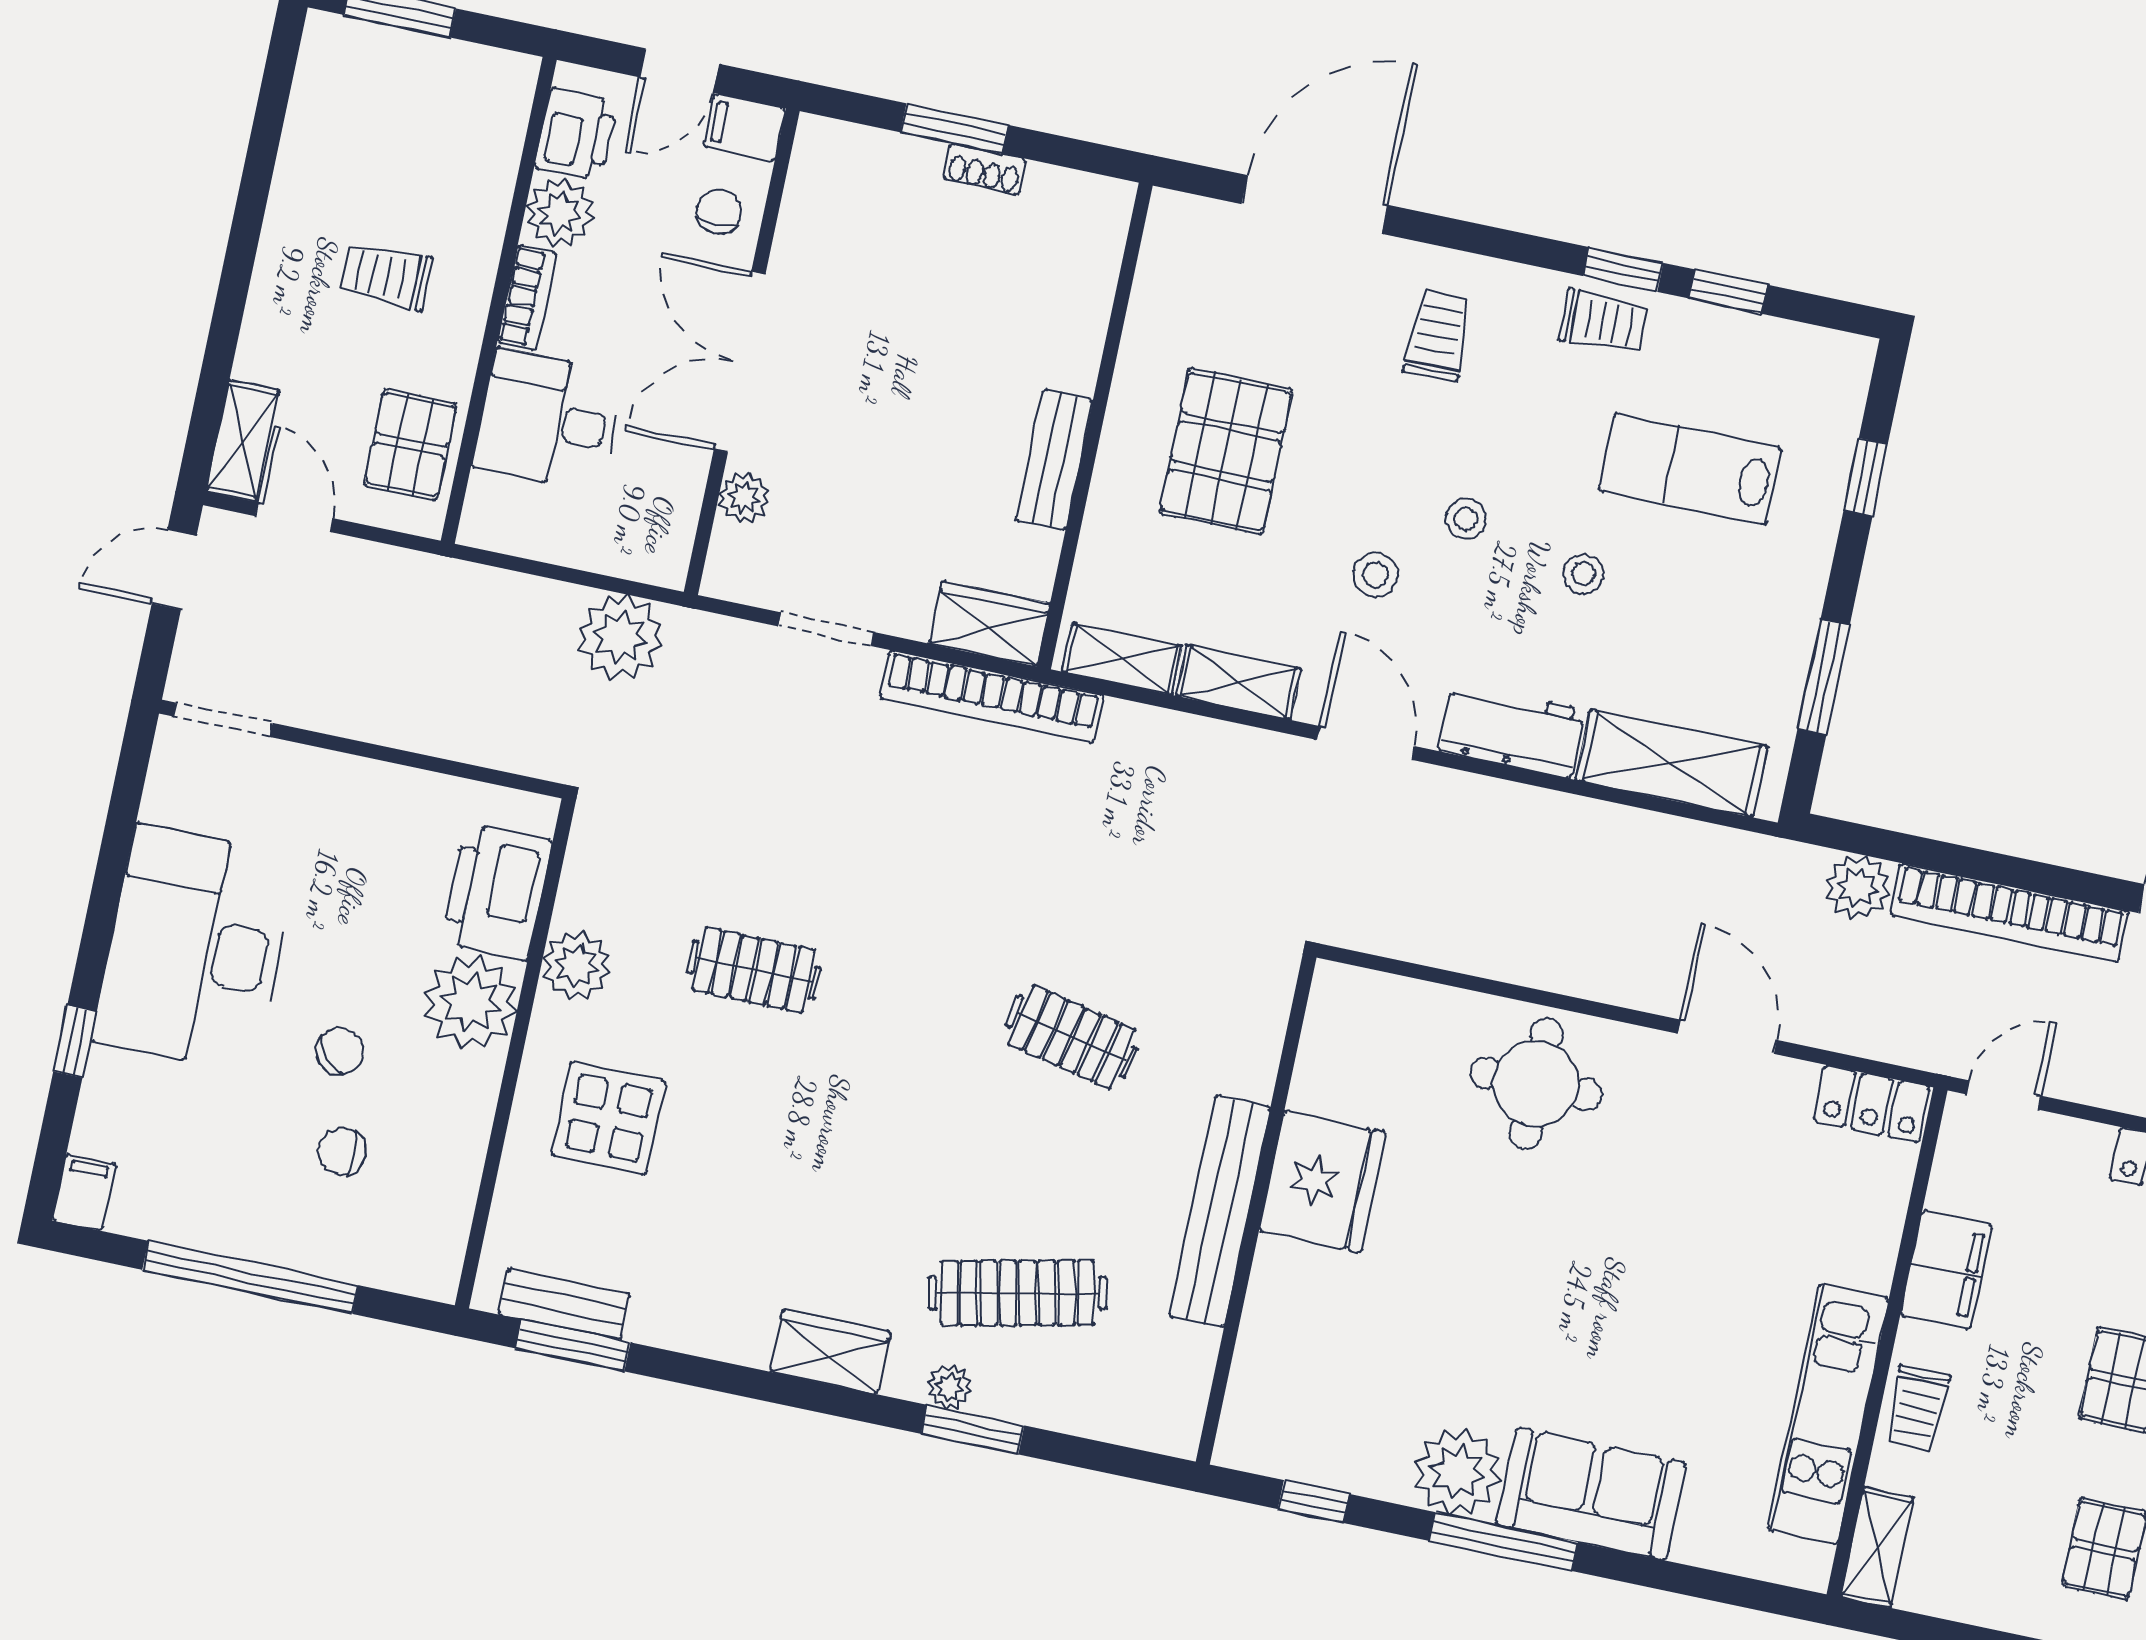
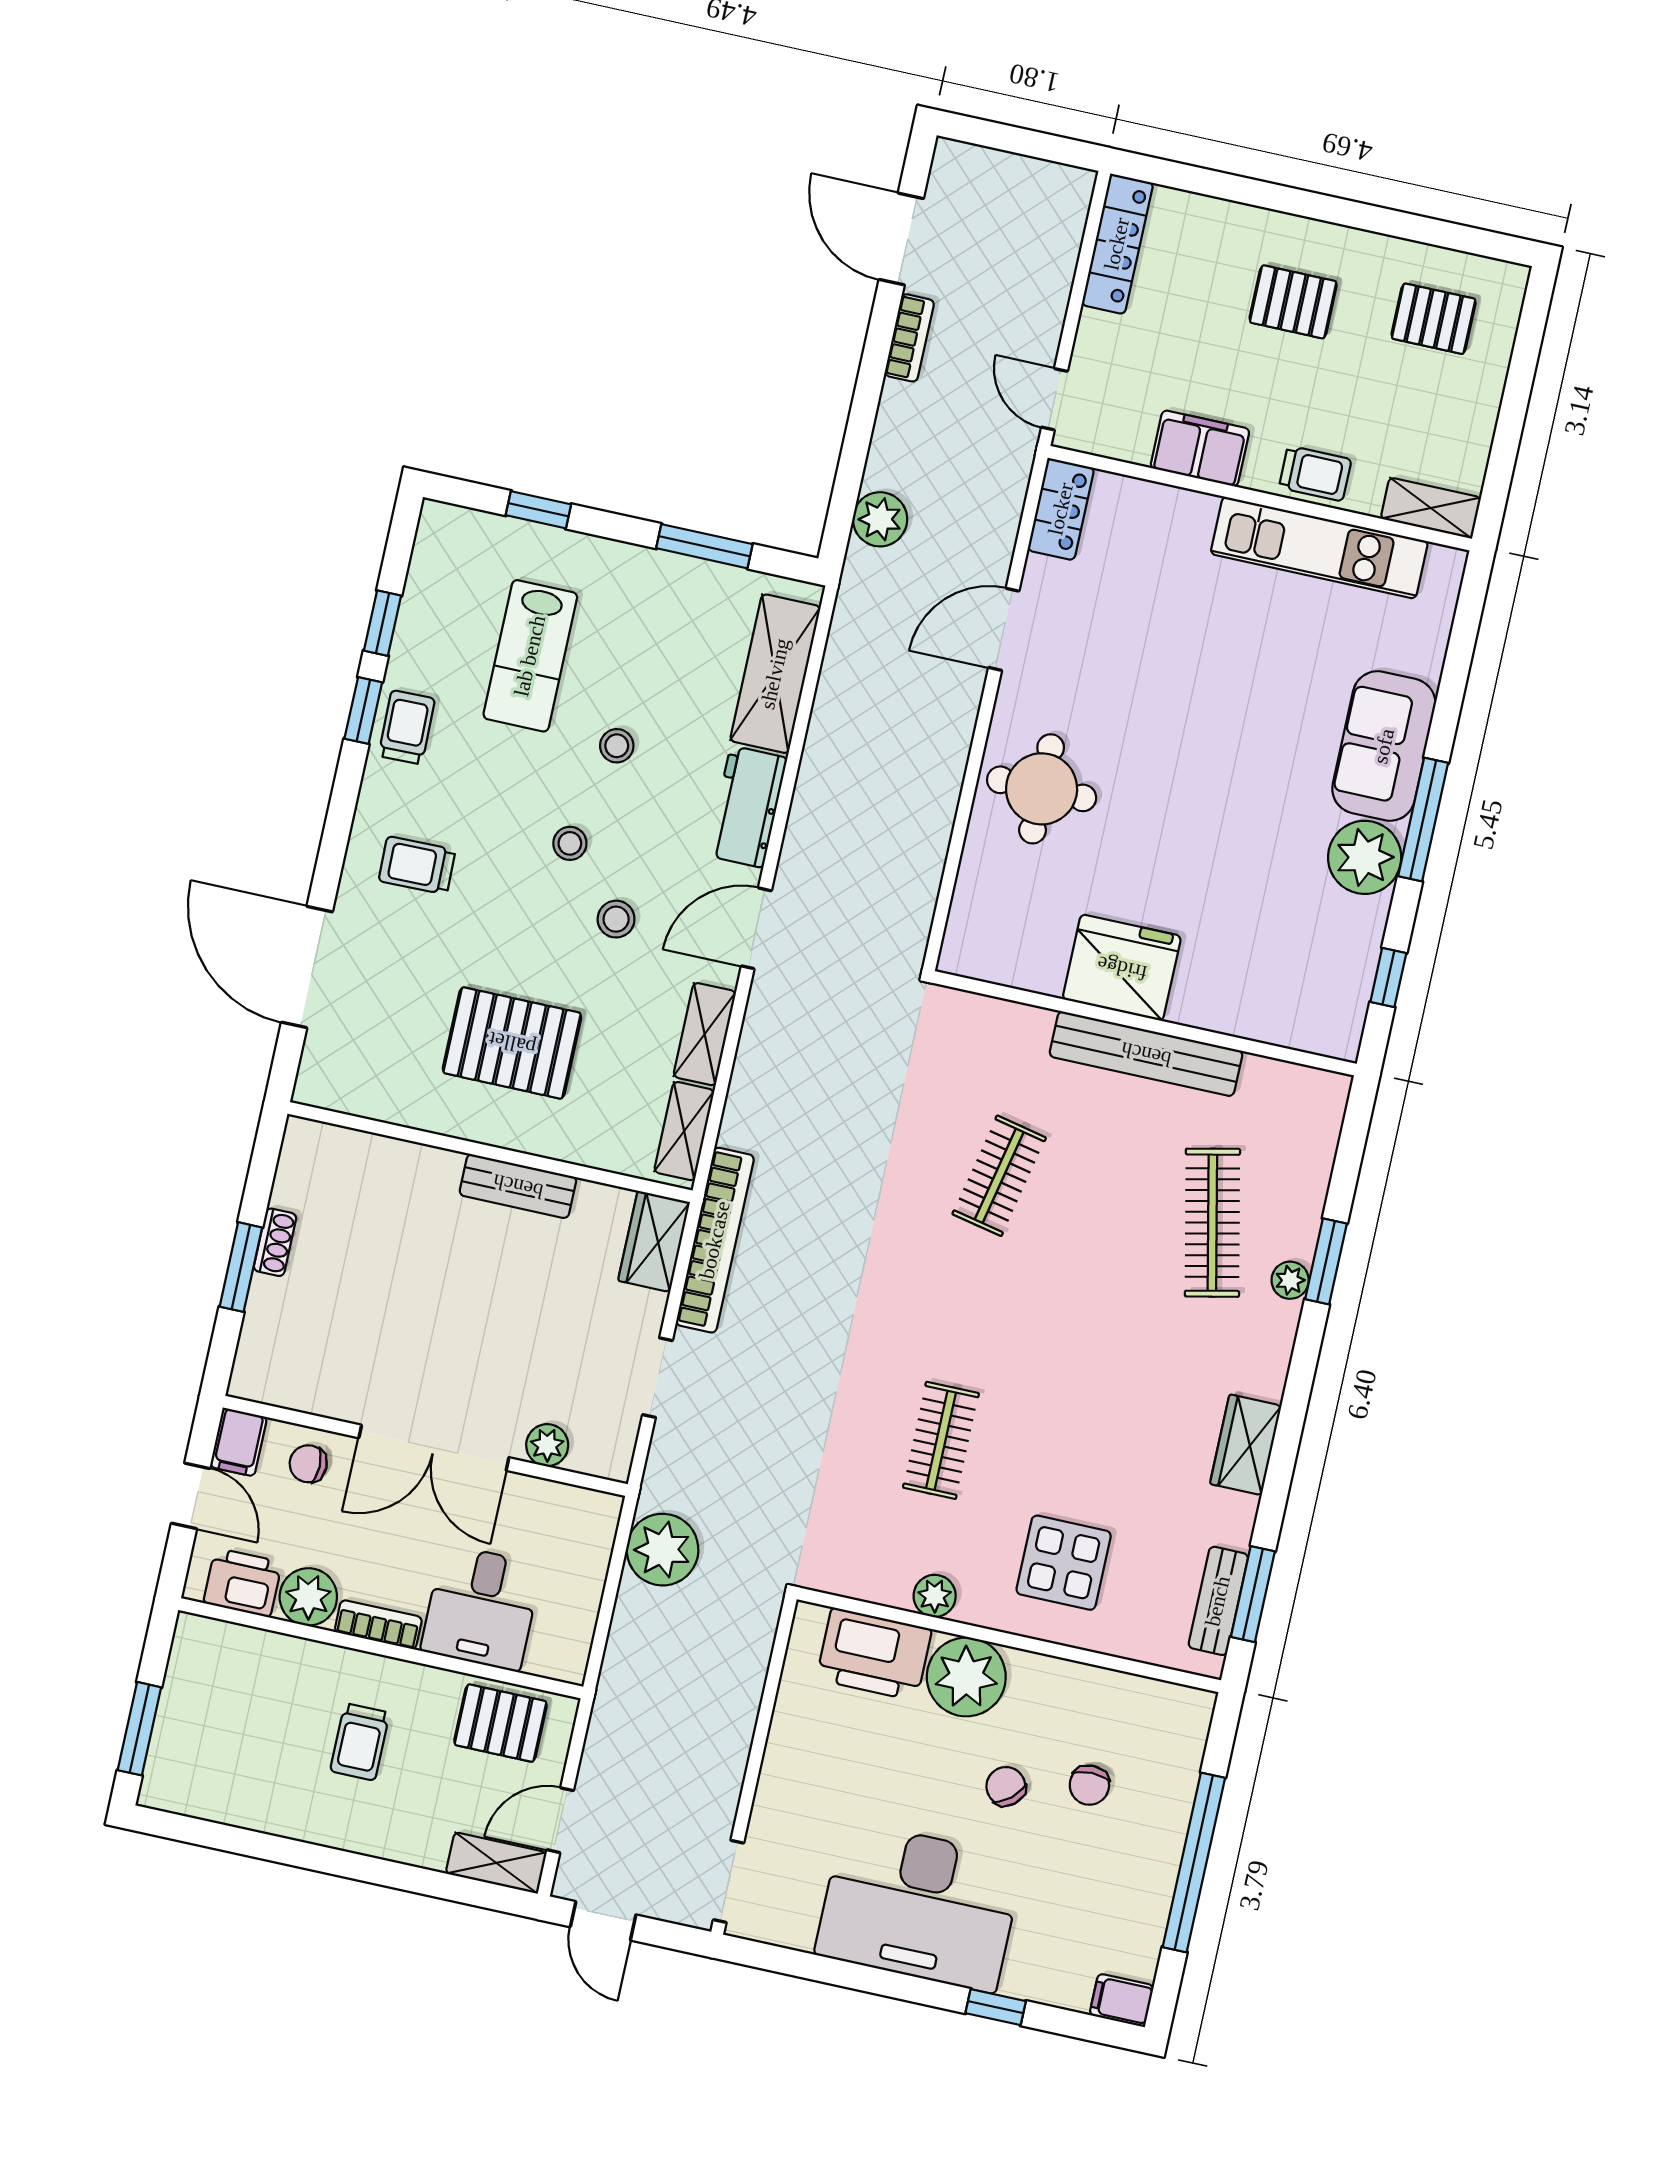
bookcase: (2009, 913) -> (909, 338), width x0.43, depth x0.76
plant: (577, 966) -> (935, 1596), width x0.73, depth x0.73
wardrobe: (830, 1352) -> (1246, 1445), moved

